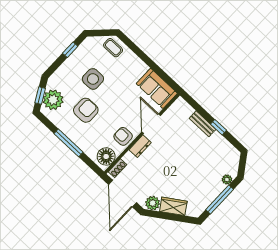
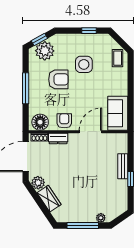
dresser: (140, 146) -> (58, 139), moved

